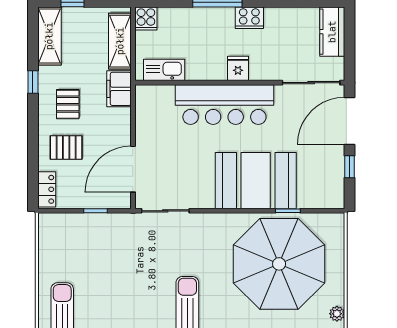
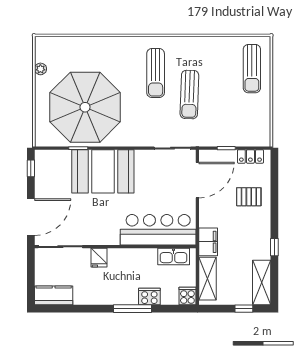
cooker: (249, 18) -> (149, 297), moved
kitchen counter: (332, 32) -> (54, 295), moved, turned -90
fridge: (238, 68) -> (99, 258), moved
pallet: (68, 104) -> (248, 230), removed
bar counter: (224, 105) -> (158, 230), moved
window: (350, 167) -> (31, 168), moved
locker: (47, 189) -> (250, 156), moved, turned -90
sun lounger: (143, 280) -> (189, 95), added

